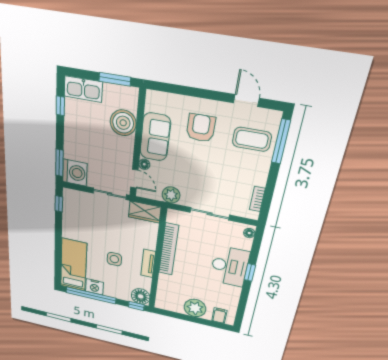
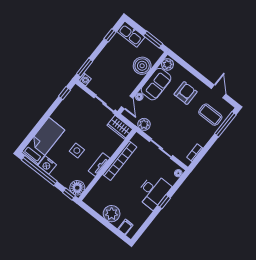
plant: (154, 102) -> (167, 64), added
washing machine: (75, 173) -> (85, 79), width x0.53, depth x0.53

